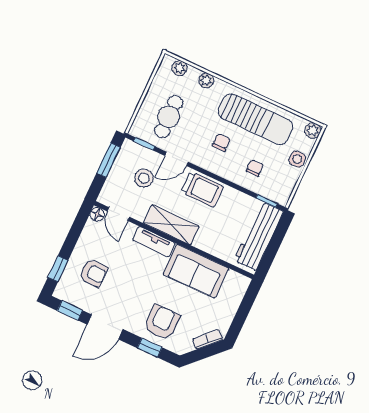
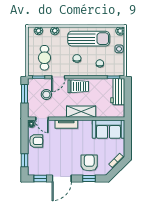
shelving: (171, 225) -> (81, 112), moved
workbench: (259, 236) -> (118, 92), width x0.73
sofa: (196, 271) -> (108, 129), moved
armchair: (94, 273) -> (36, 141), moved

